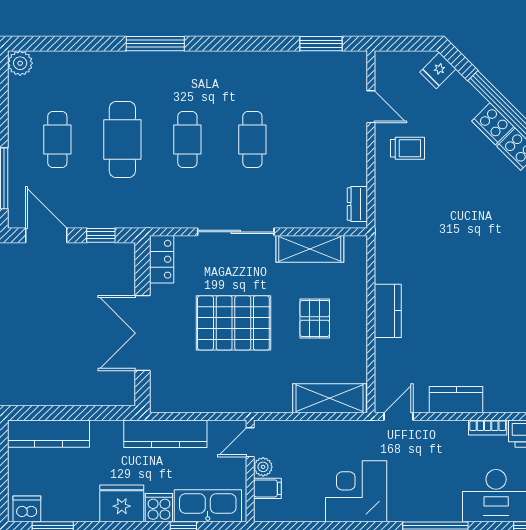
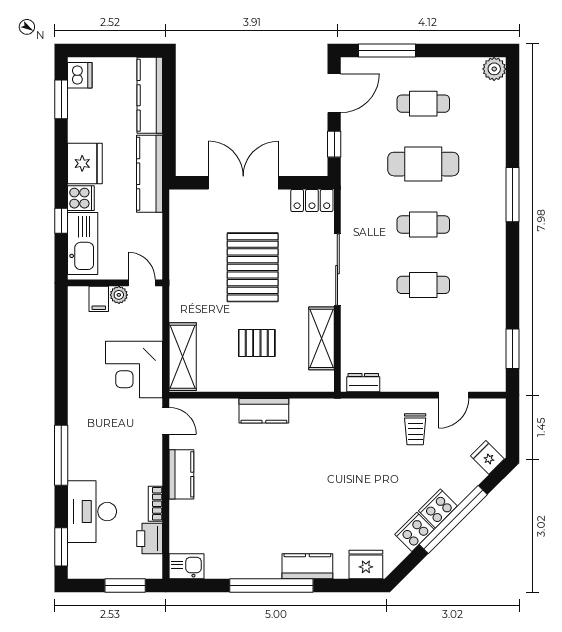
kitchen counter: (165, 434) -> (150, 174), moved
corner desk: (356, 491) -> (134, 370), moved, turned 180

